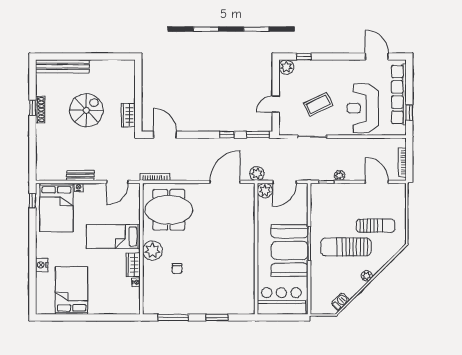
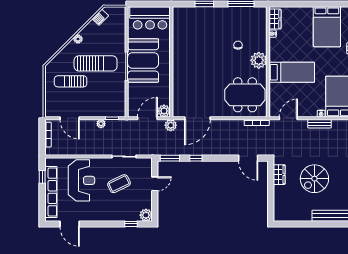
wardrobe: (133, 265) -> (275, 19), moved

